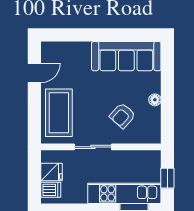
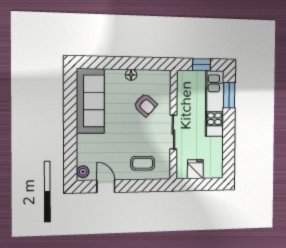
plant: (51, 48) -> (83, 172), added
coffee table: (59, 113) -> (143, 163), width x0.54, depth x0.58
dishwasher: (51, 190) -> (211, 170), removed

